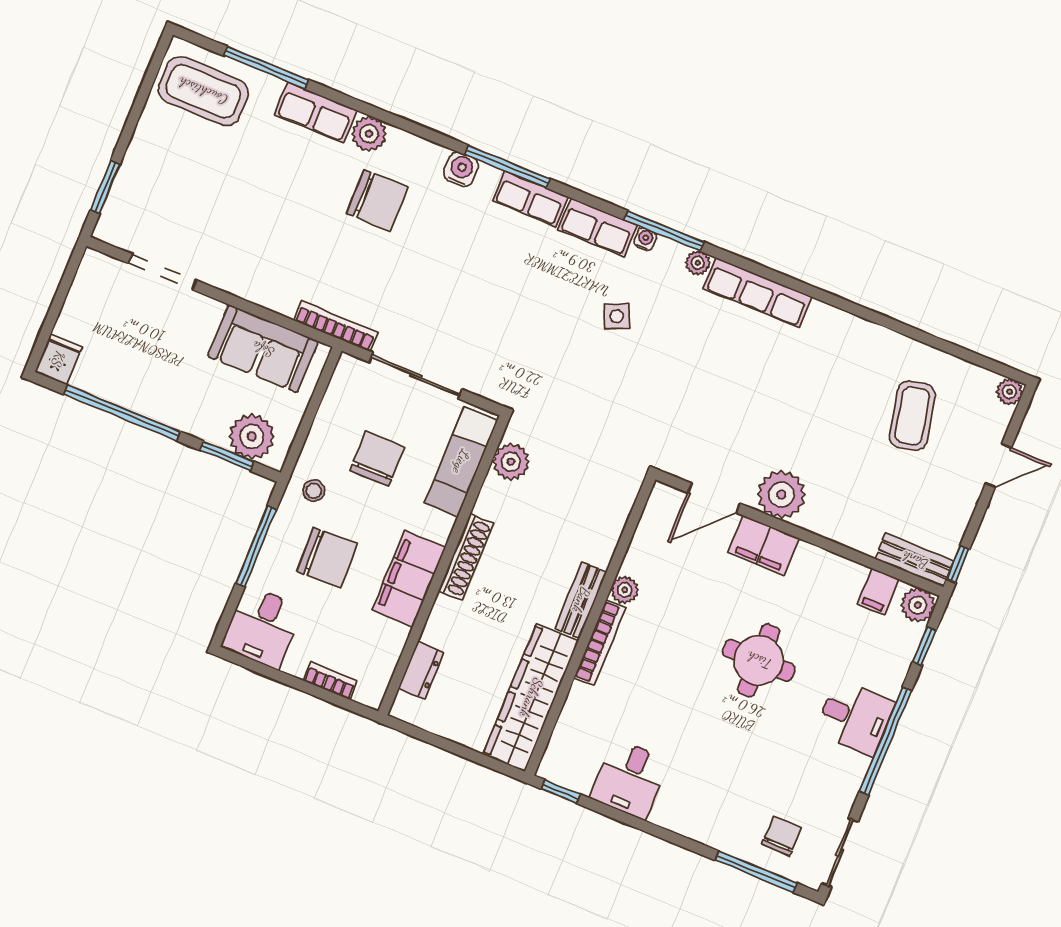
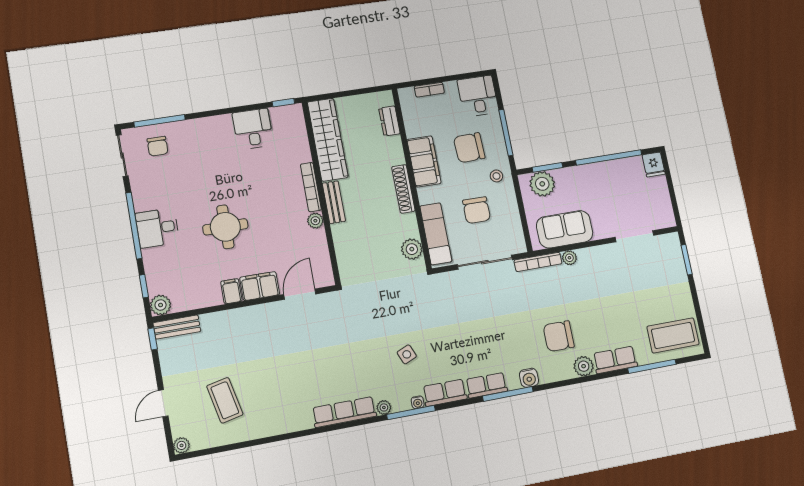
plant: (781, 494) -> (569, 258), moved, width x0.53, depth x0.53
filing cabinet: (878, 592) -> (231, 291), moved

